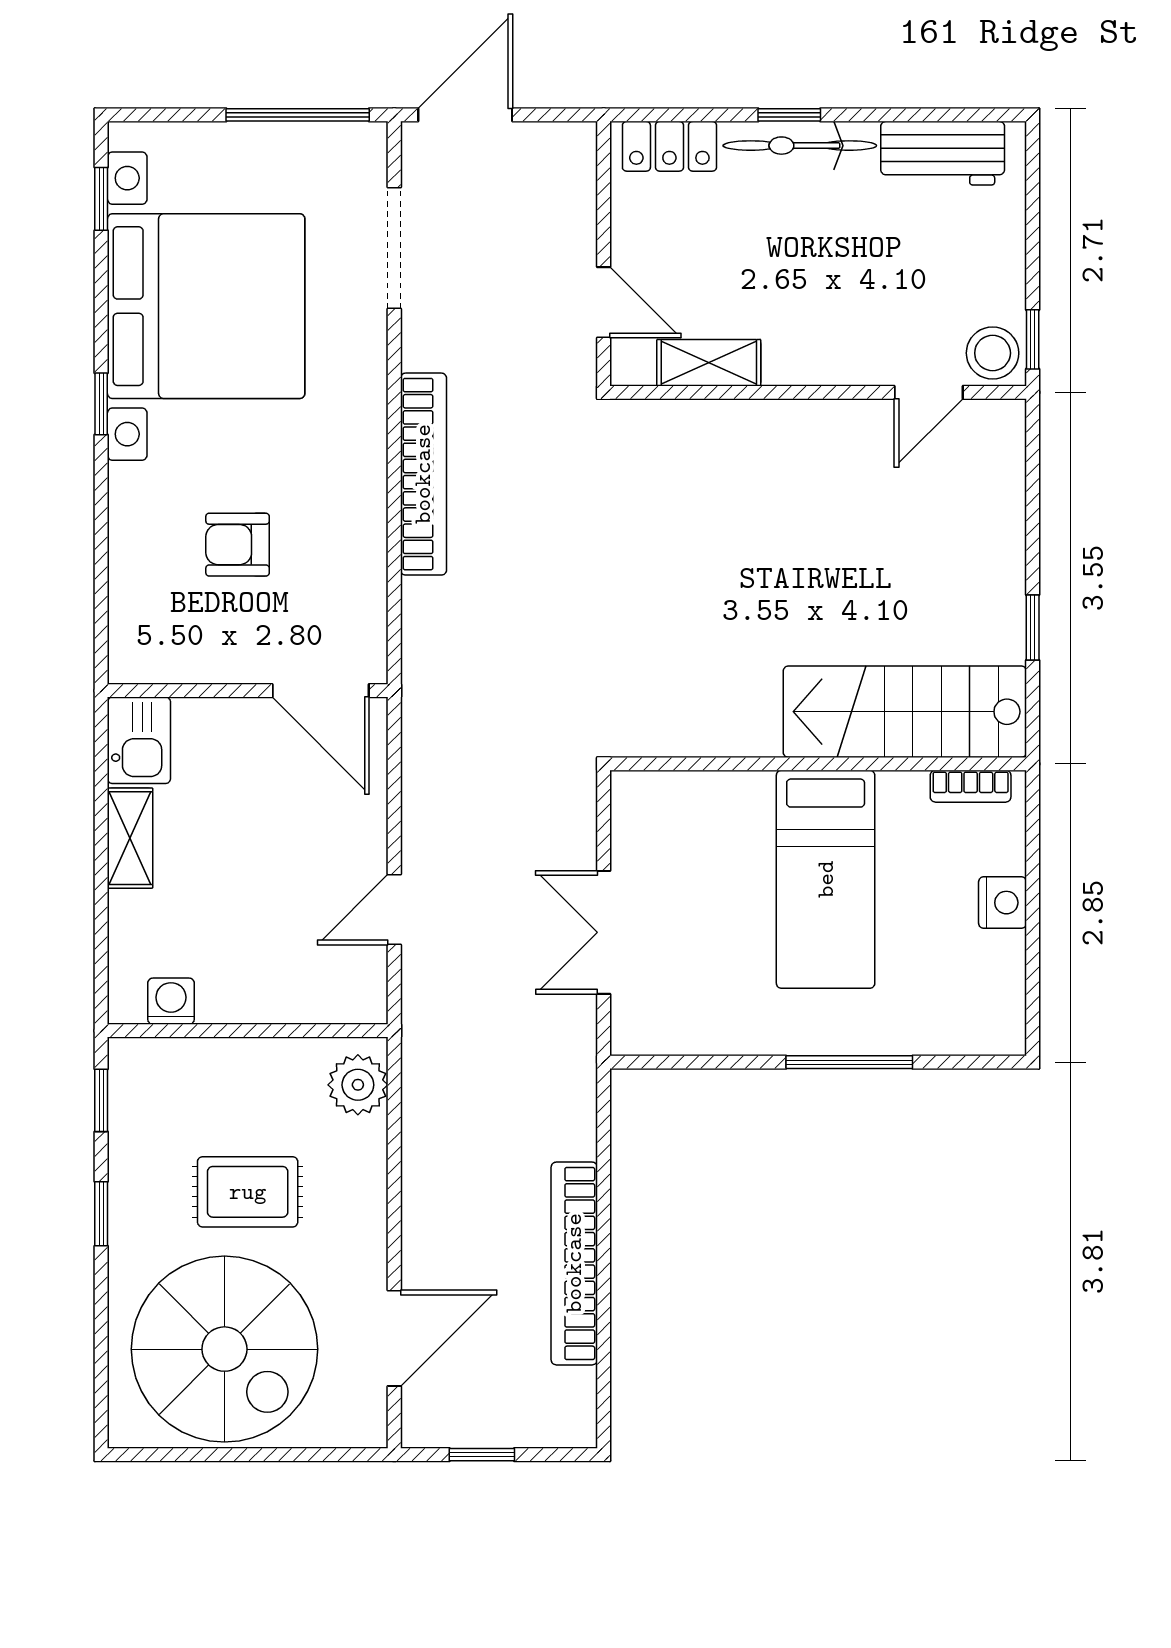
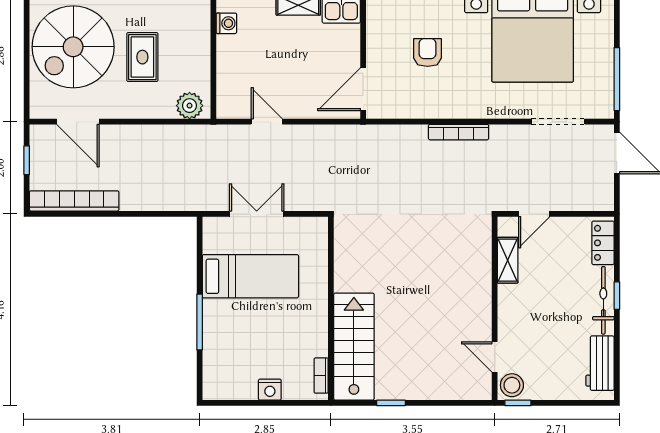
bookcase: (423, 474) -> (459, 132), width x0.68, depth x0.76
bed: (826, 879) -> (250, 276), moved, turned 180
bookcase: (574, 1263) -> (74, 201), moved

